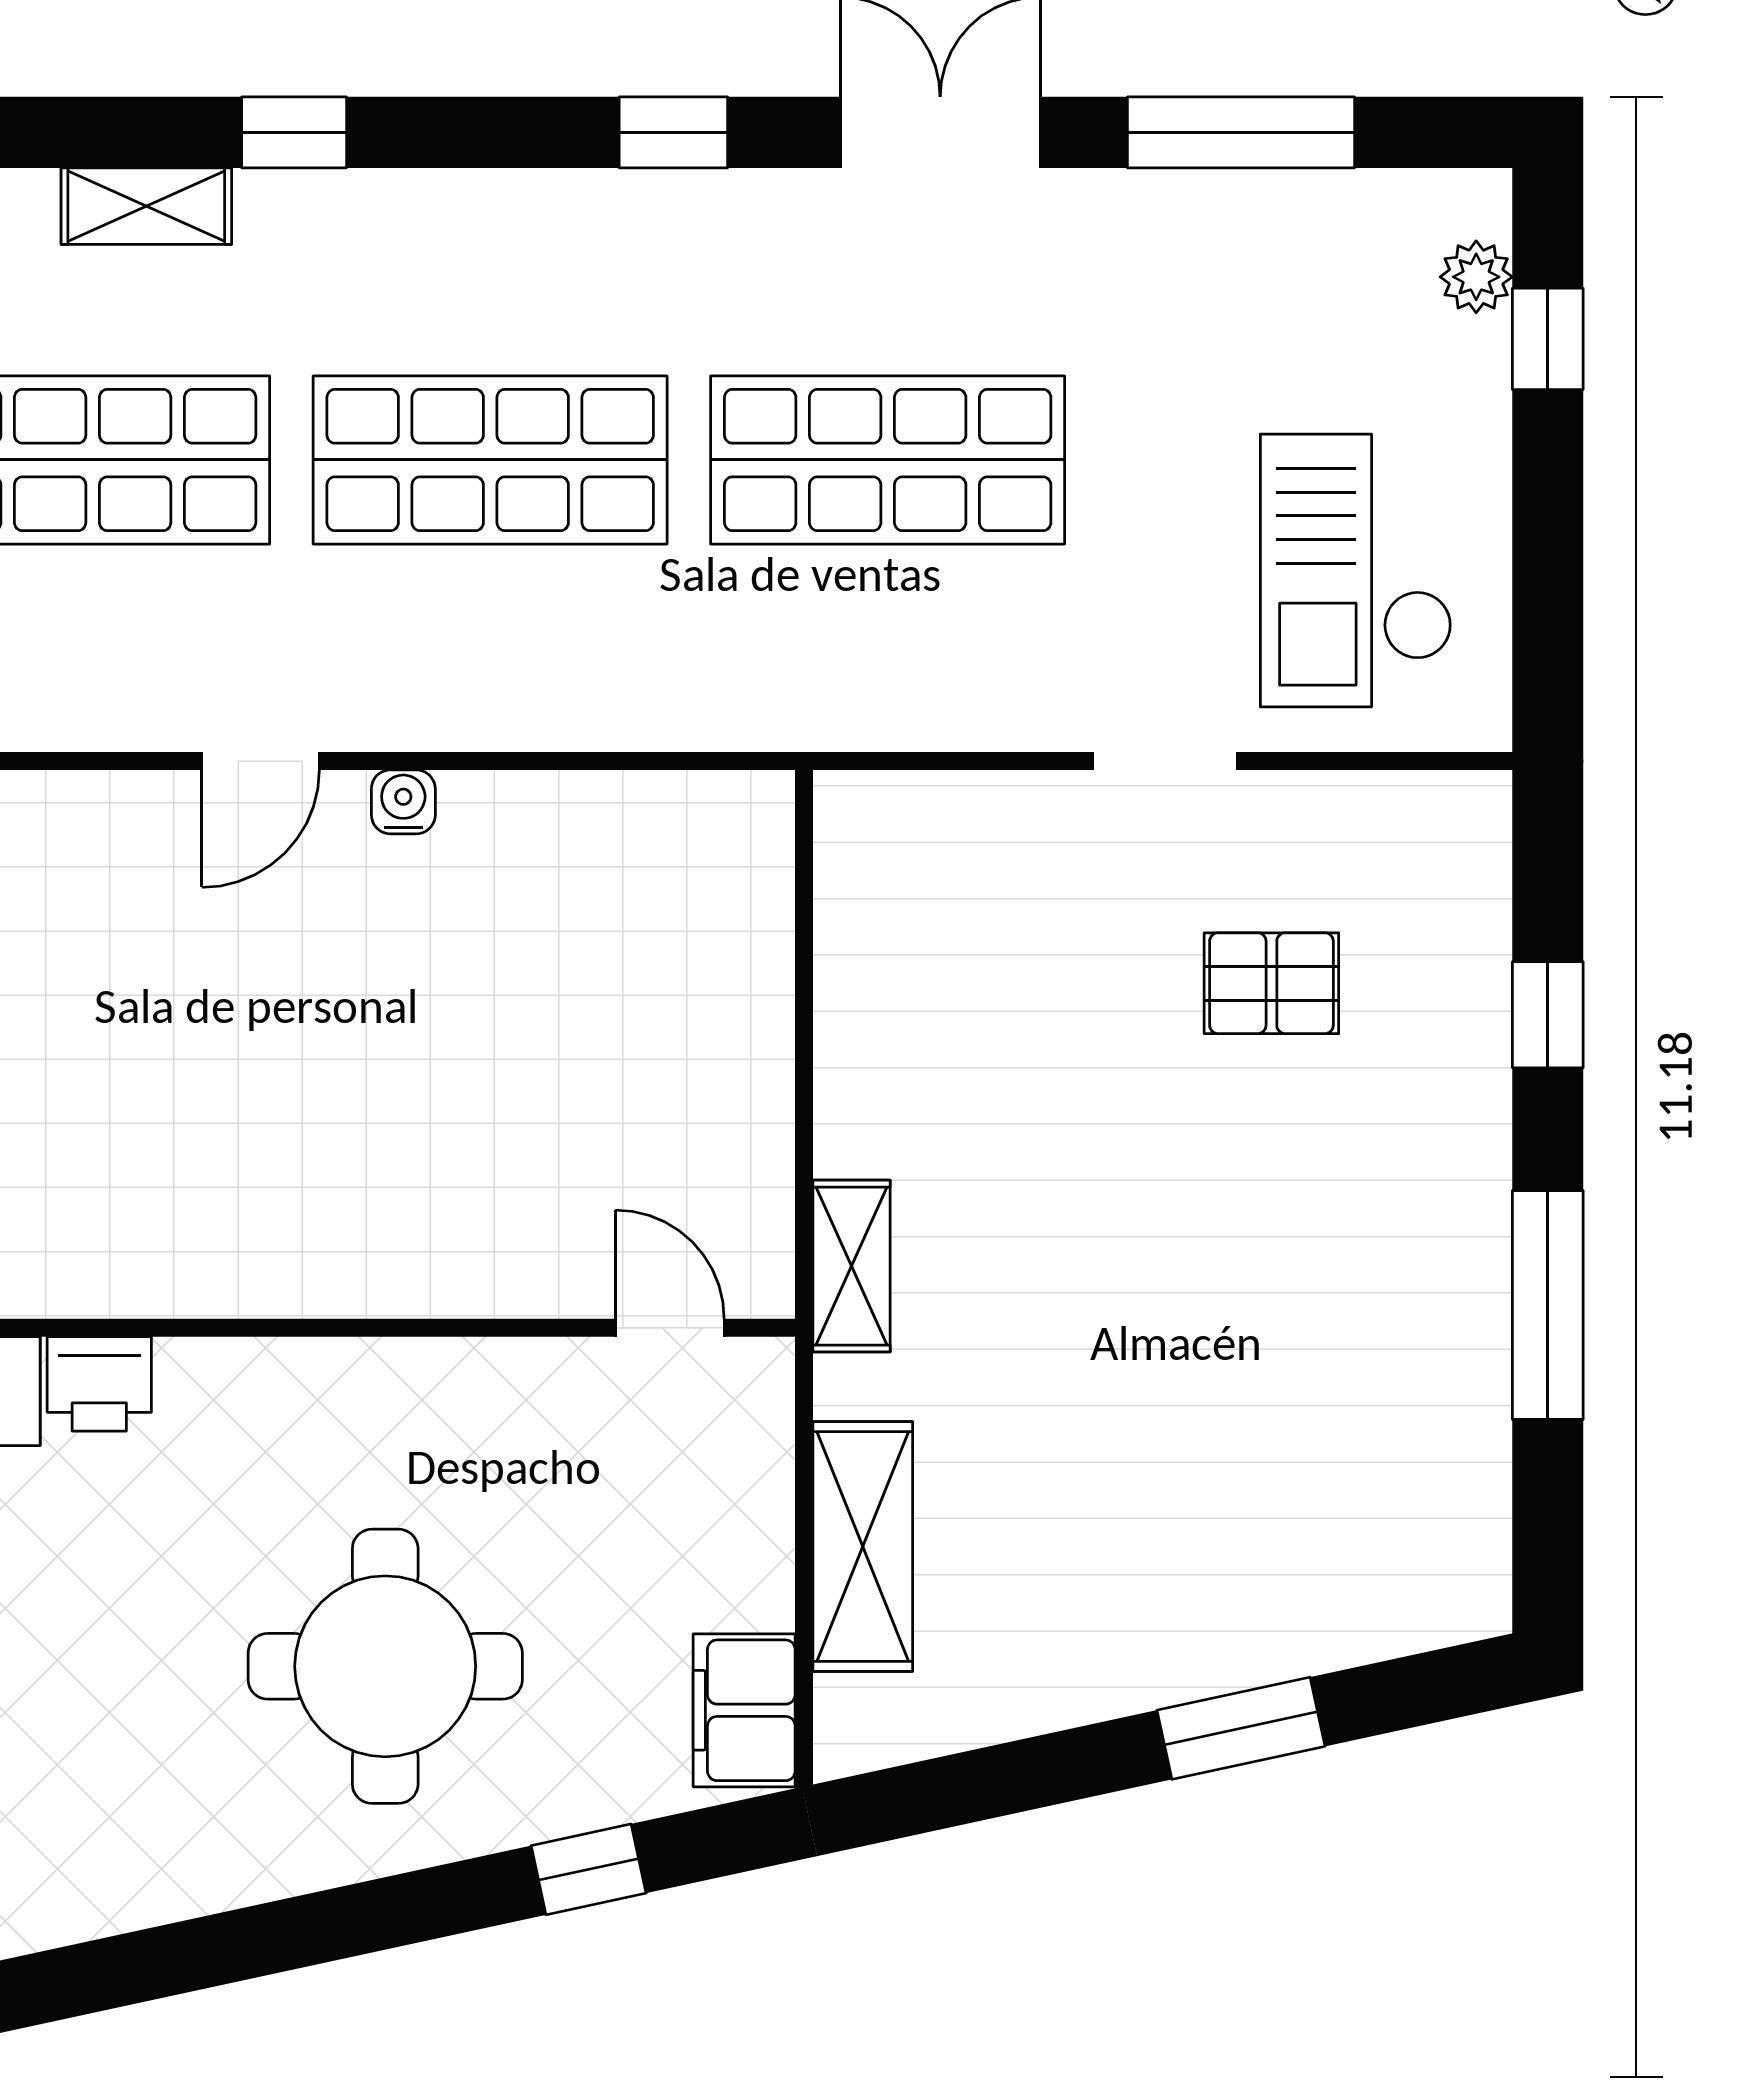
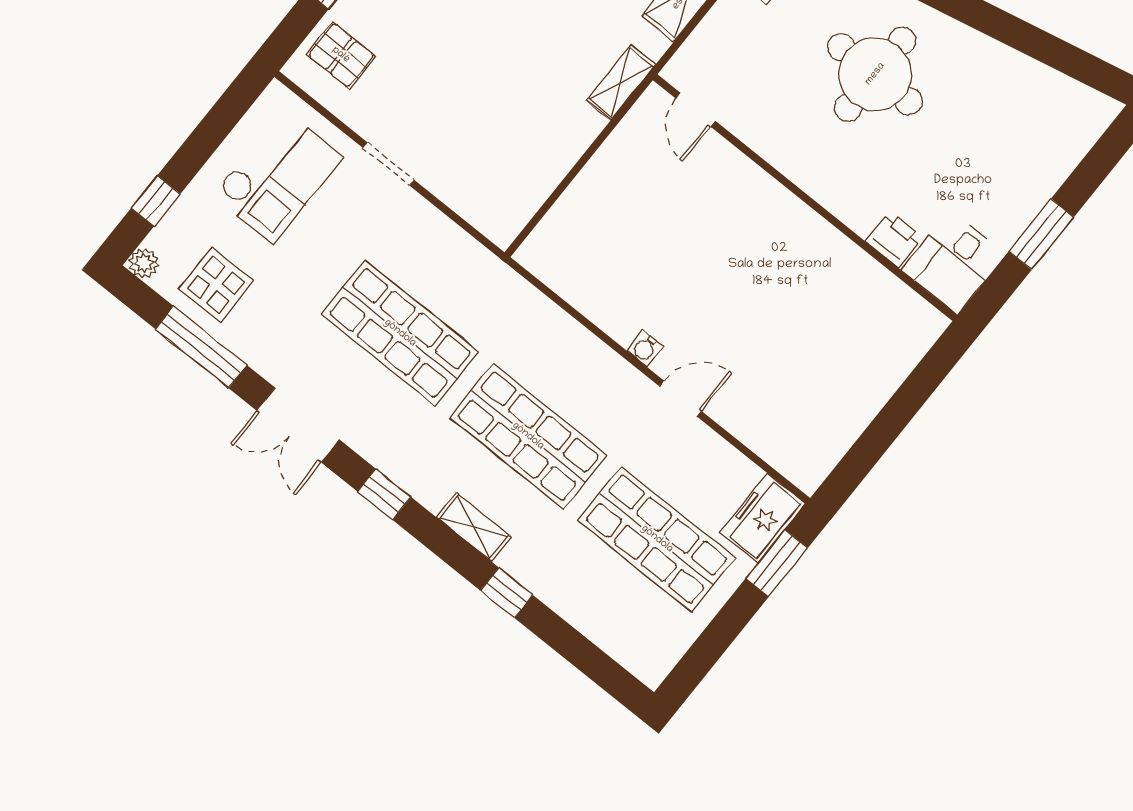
shelving: (146, 206) -> (474, 527), moved
display table: (1307, 273) -> (216, 285), added
plant: (1476, 277) -> (144, 263), moved
pallet: (1271, 983) -> (341, 55), moved

